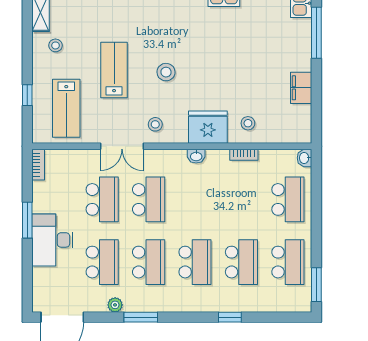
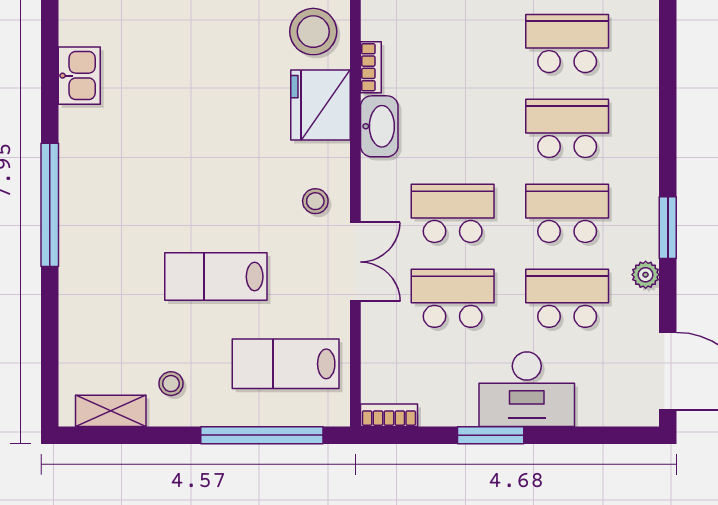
stool: (166, 72) -> (220, 181), removed
window: (27, 95) -> (262, 435), width x3.17
lab bench: (66, 108) -> (286, 364), turned 180
stool: (248, 123) -> (313, 32), width x1.89, depth x1.89
bookcase: (244, 155) -> (371, 67), moved
washbasin: (196, 156) -> (379, 126), width x1.91, depth x1.45
window: (230, 317) -> (668, 64), removed

